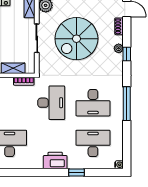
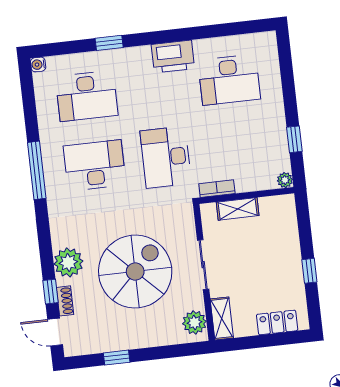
plant: (119, 48) -> (68, 262), width x1.87, depth x1.87
window: (127, 54) -> (51, 292), moved
printer: (55, 161) -> (173, 56), moved

